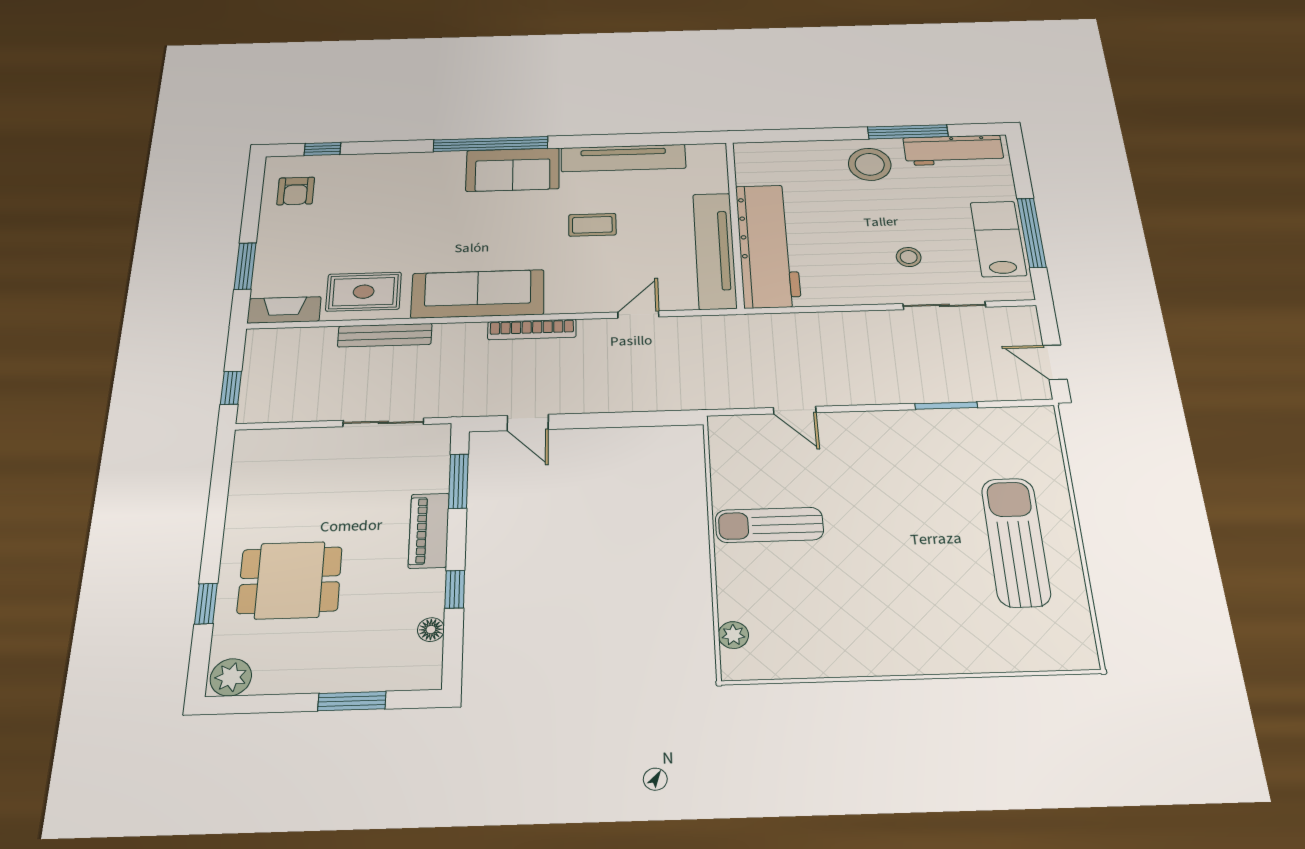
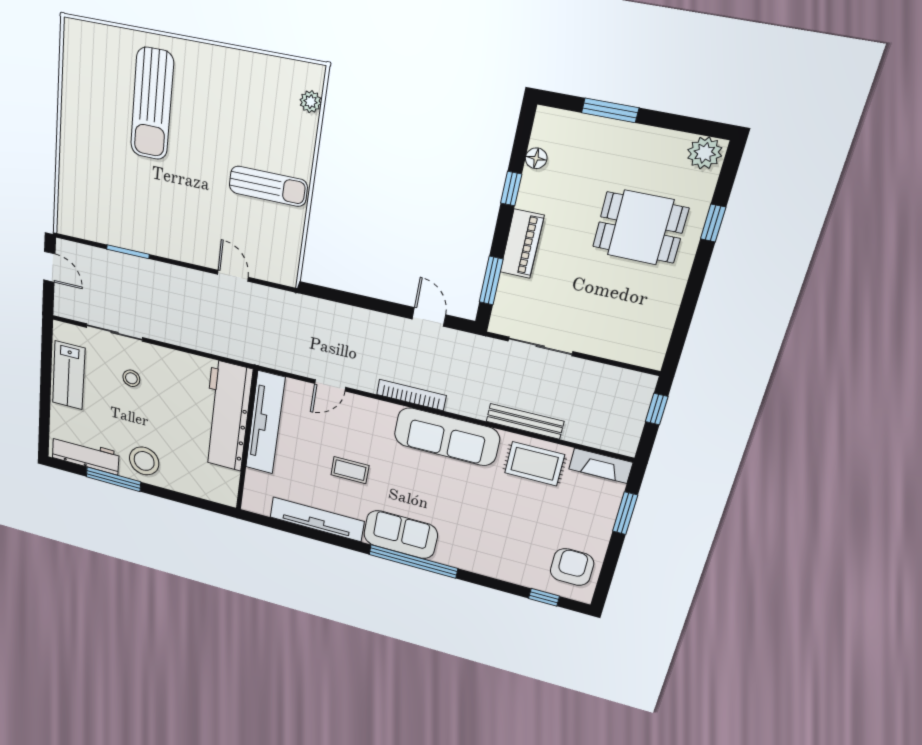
armchair: (296, 191) -> (572, 567), width x1.38, depth x1.38
window: (1032, 233) -> (46, 374), removed
sun lounger: (1016, 542) -> (152, 104), moved

